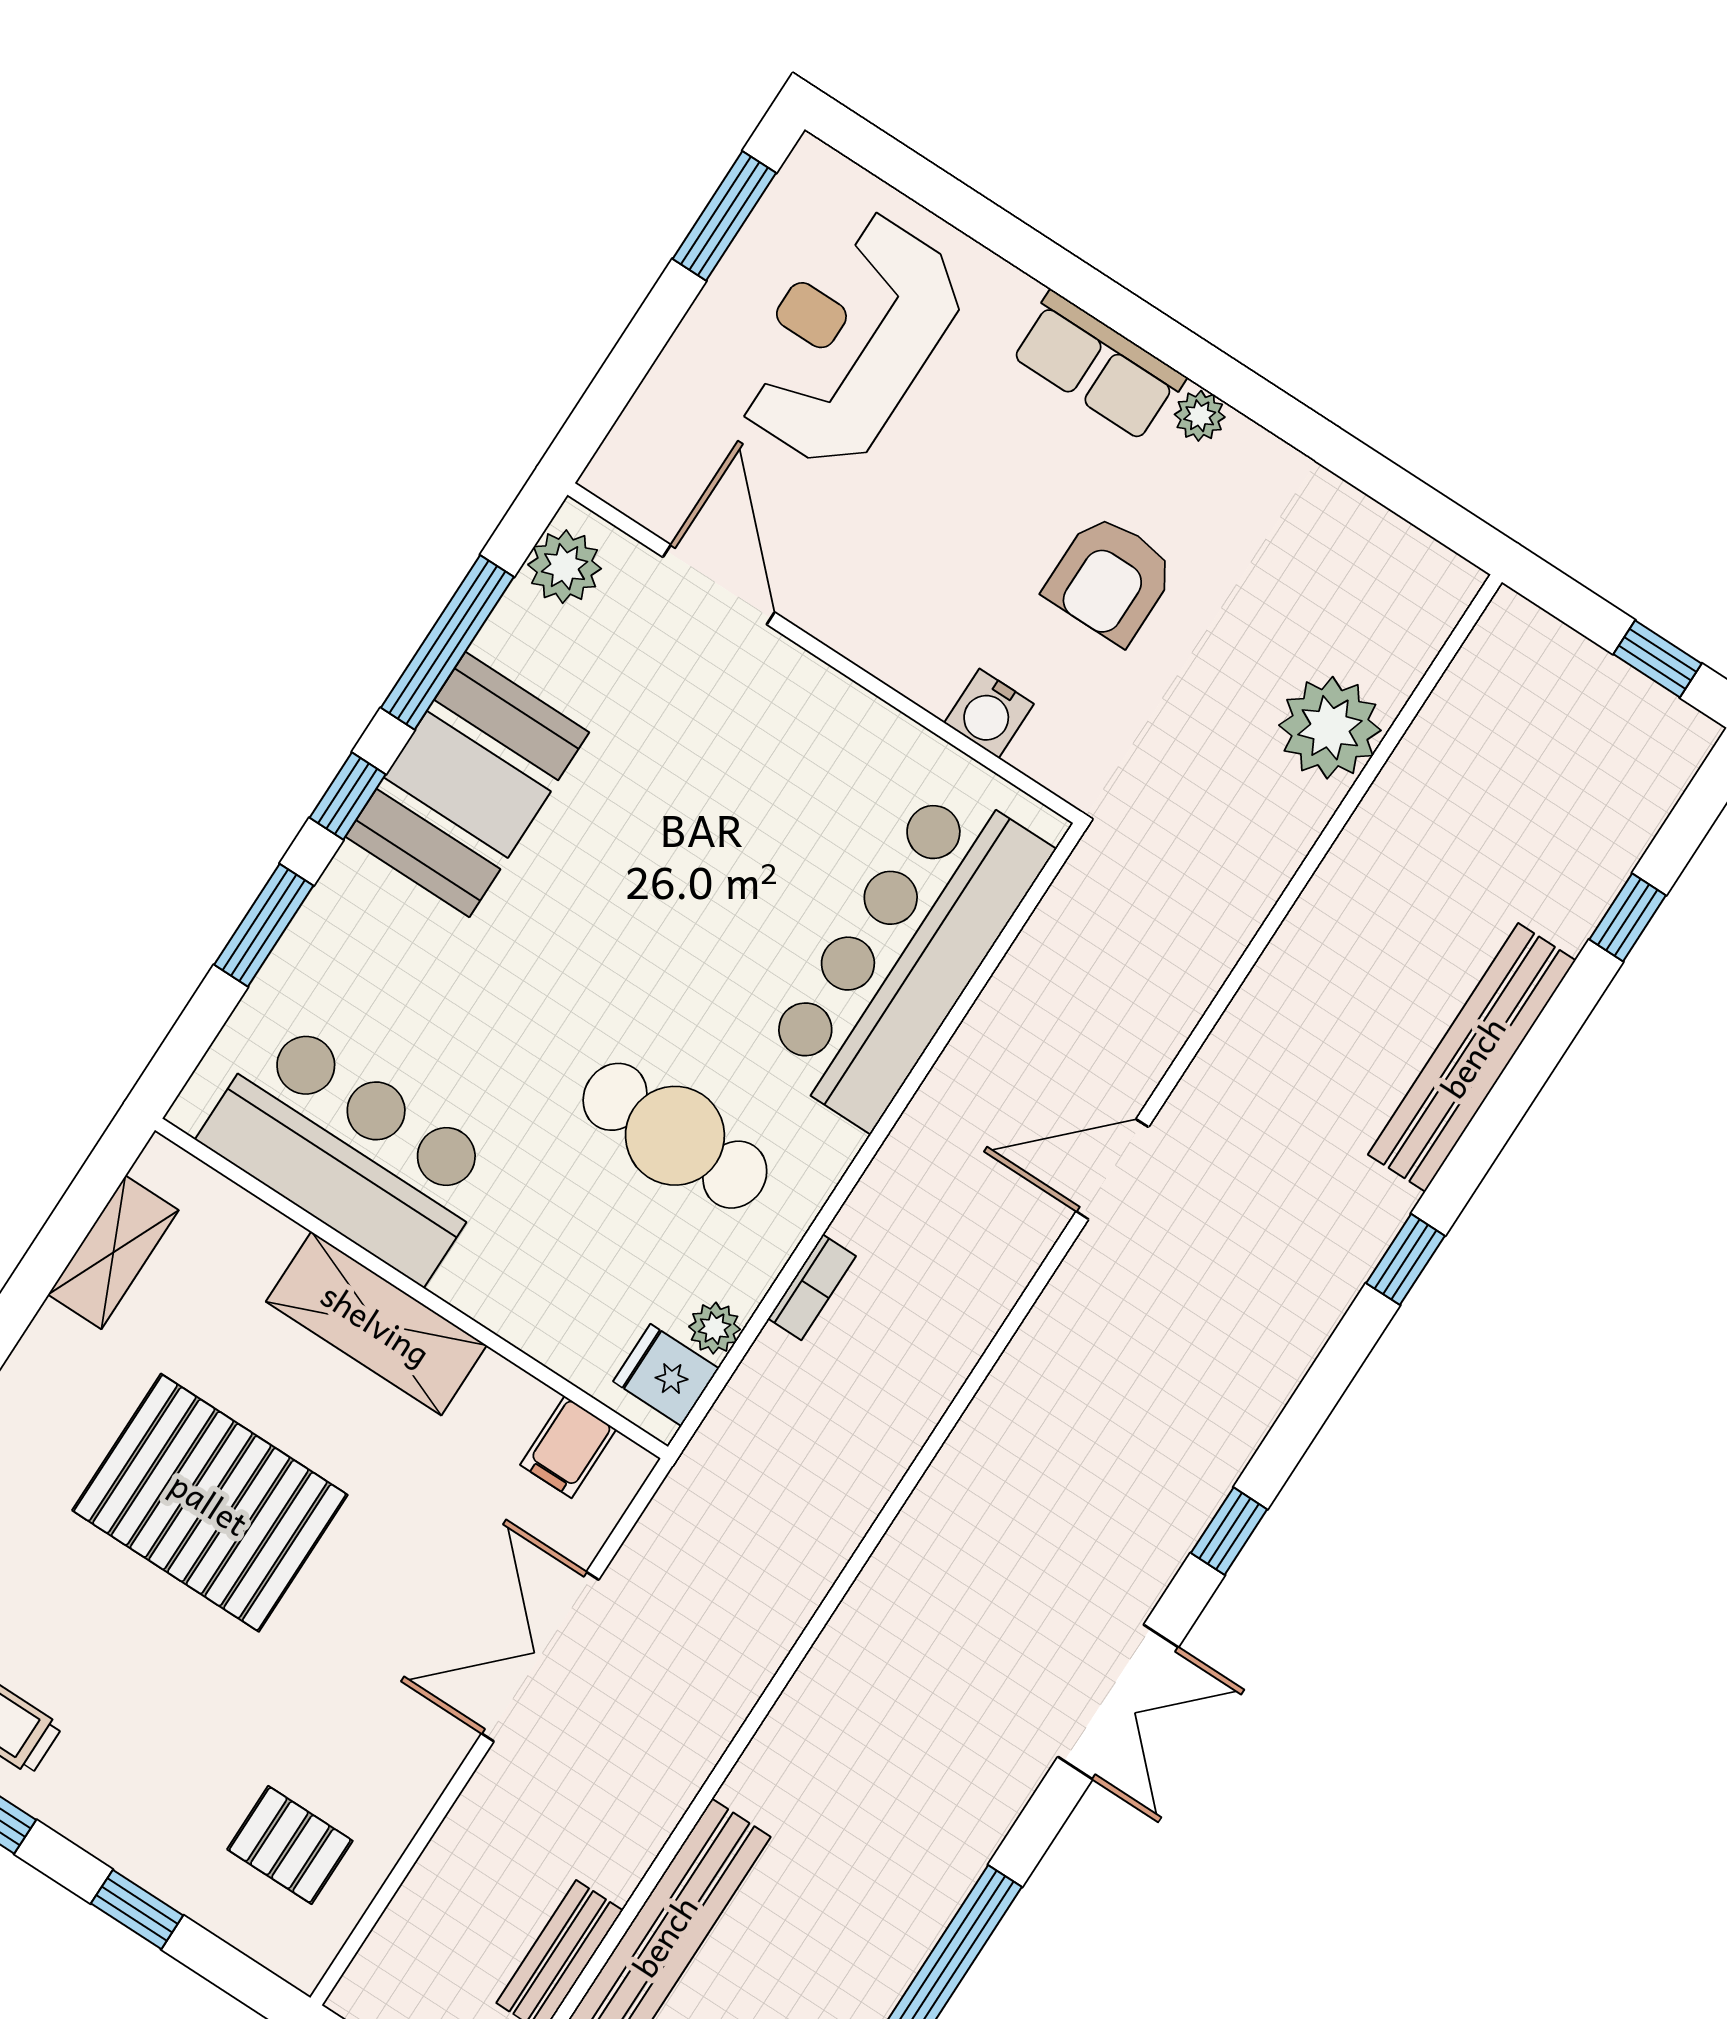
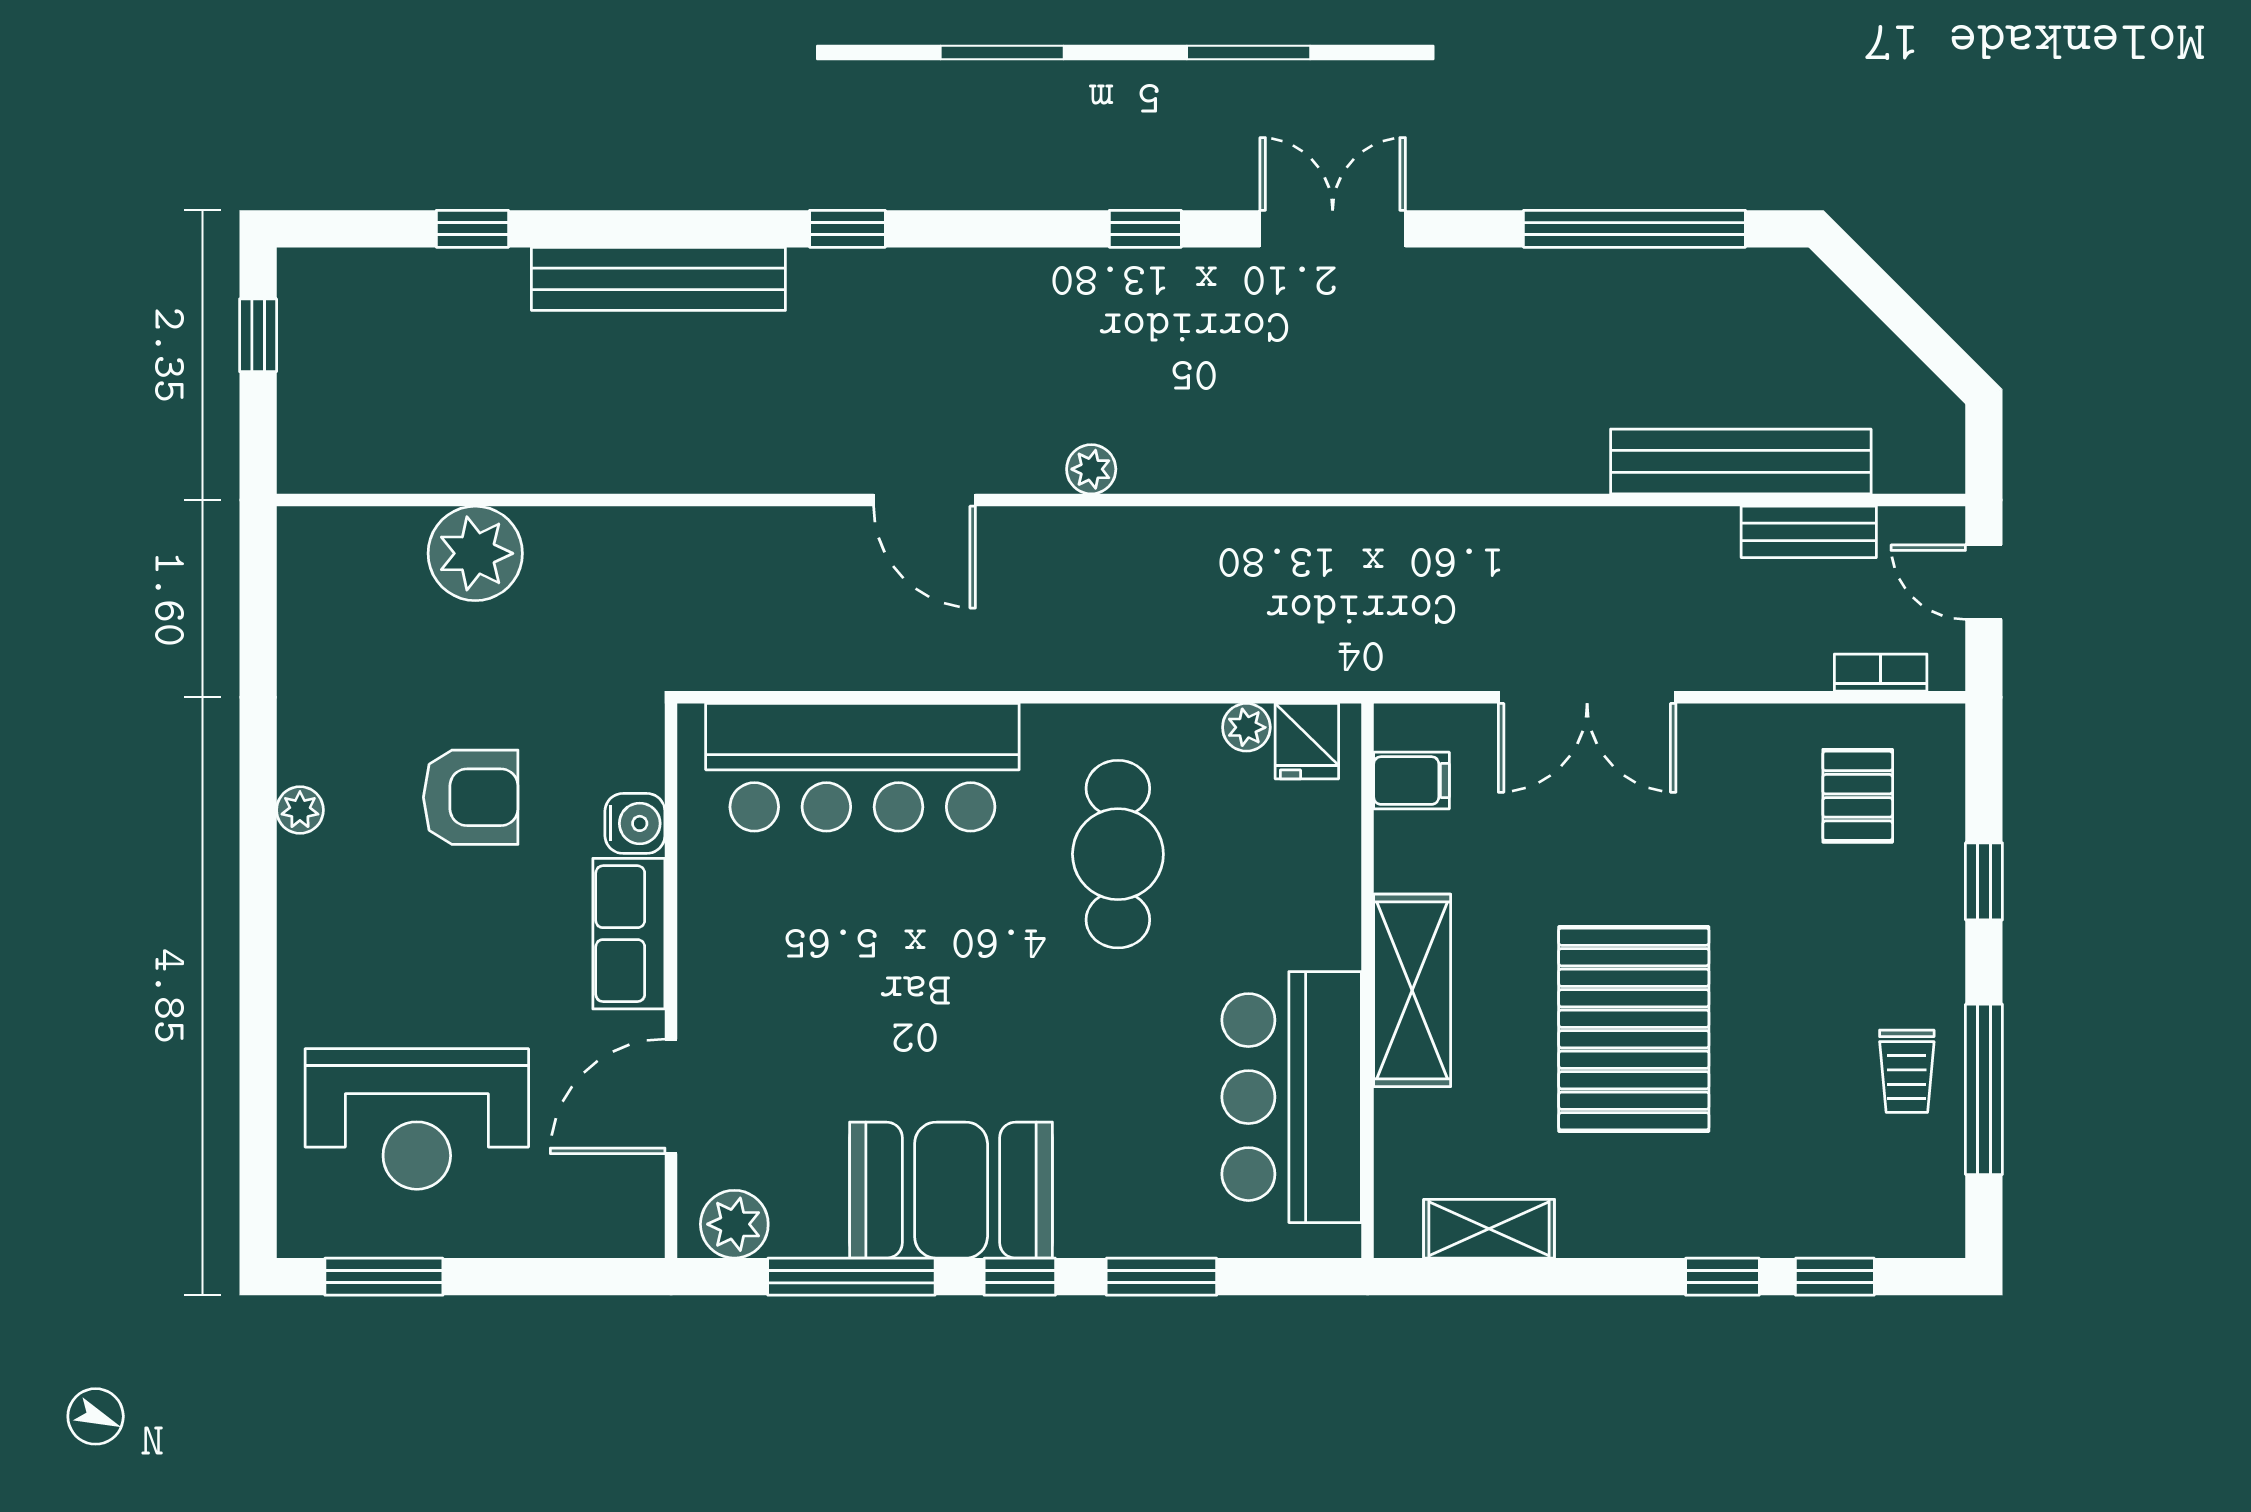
row of seats: (1098, 366) -> (629, 934), moved, turned 180
bookcase: (812, 1287) -> (1881, 673), moved
plant: (1042, 1339) -> (1091, 469), added

